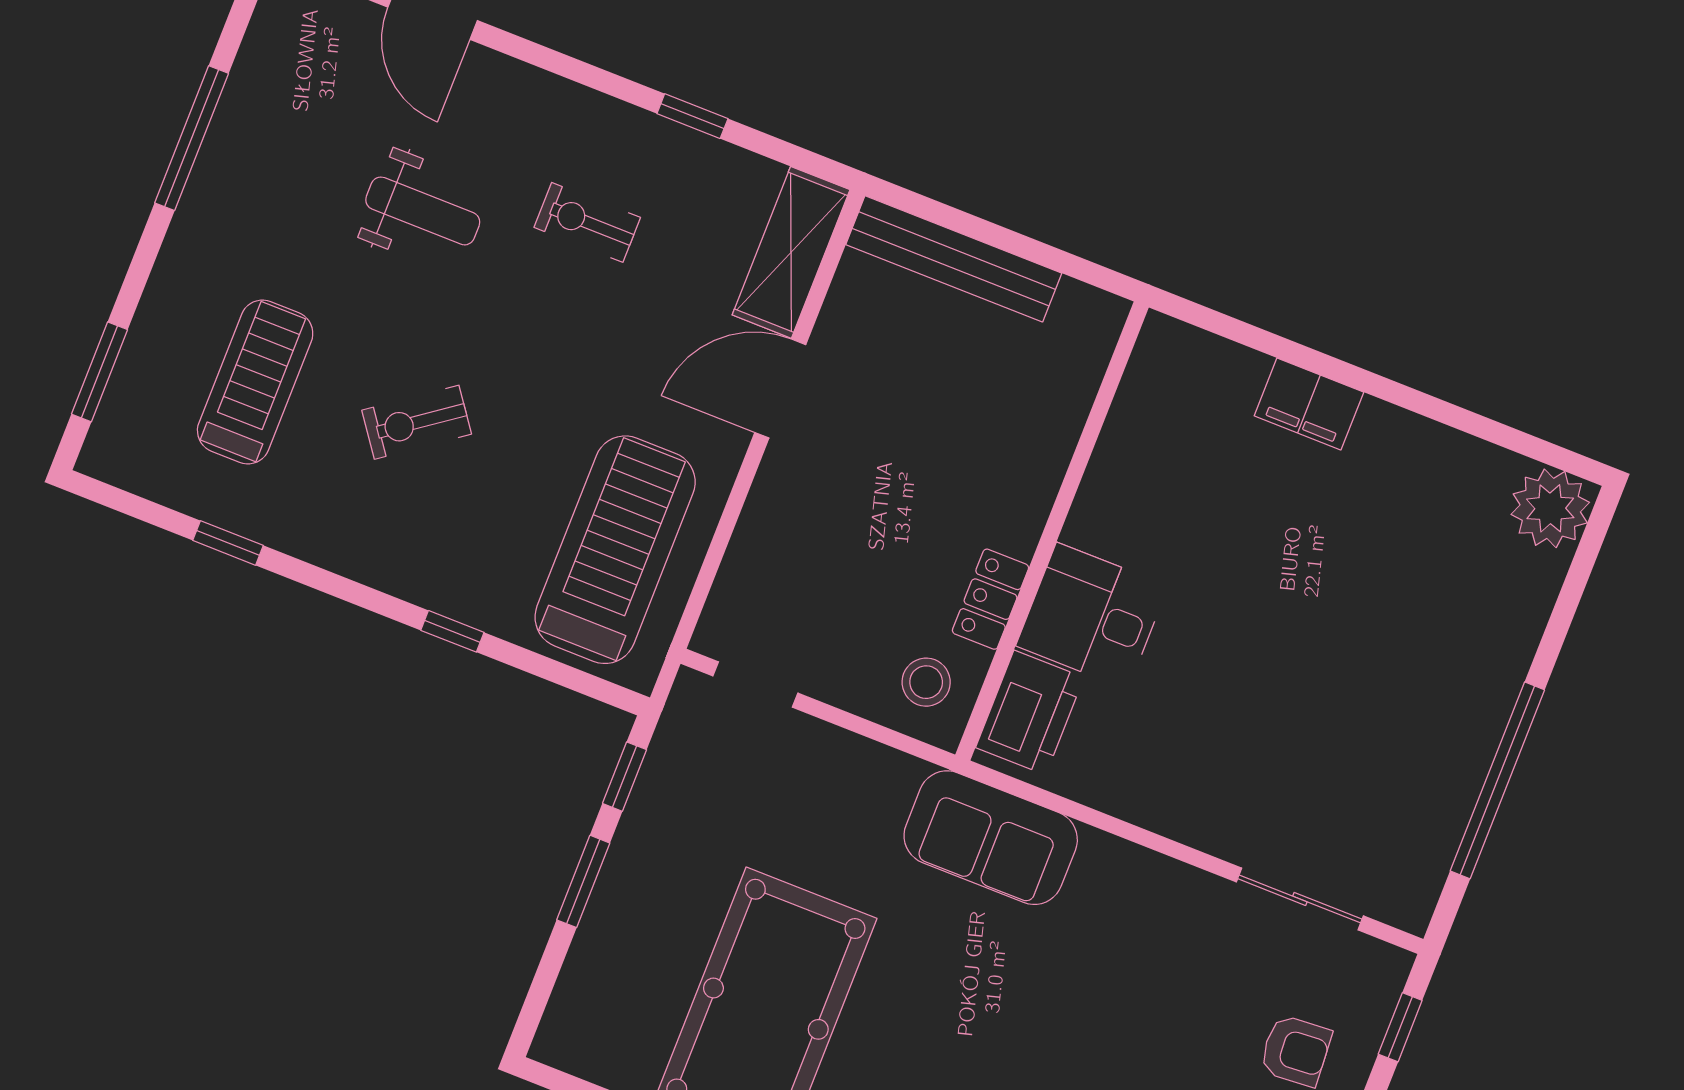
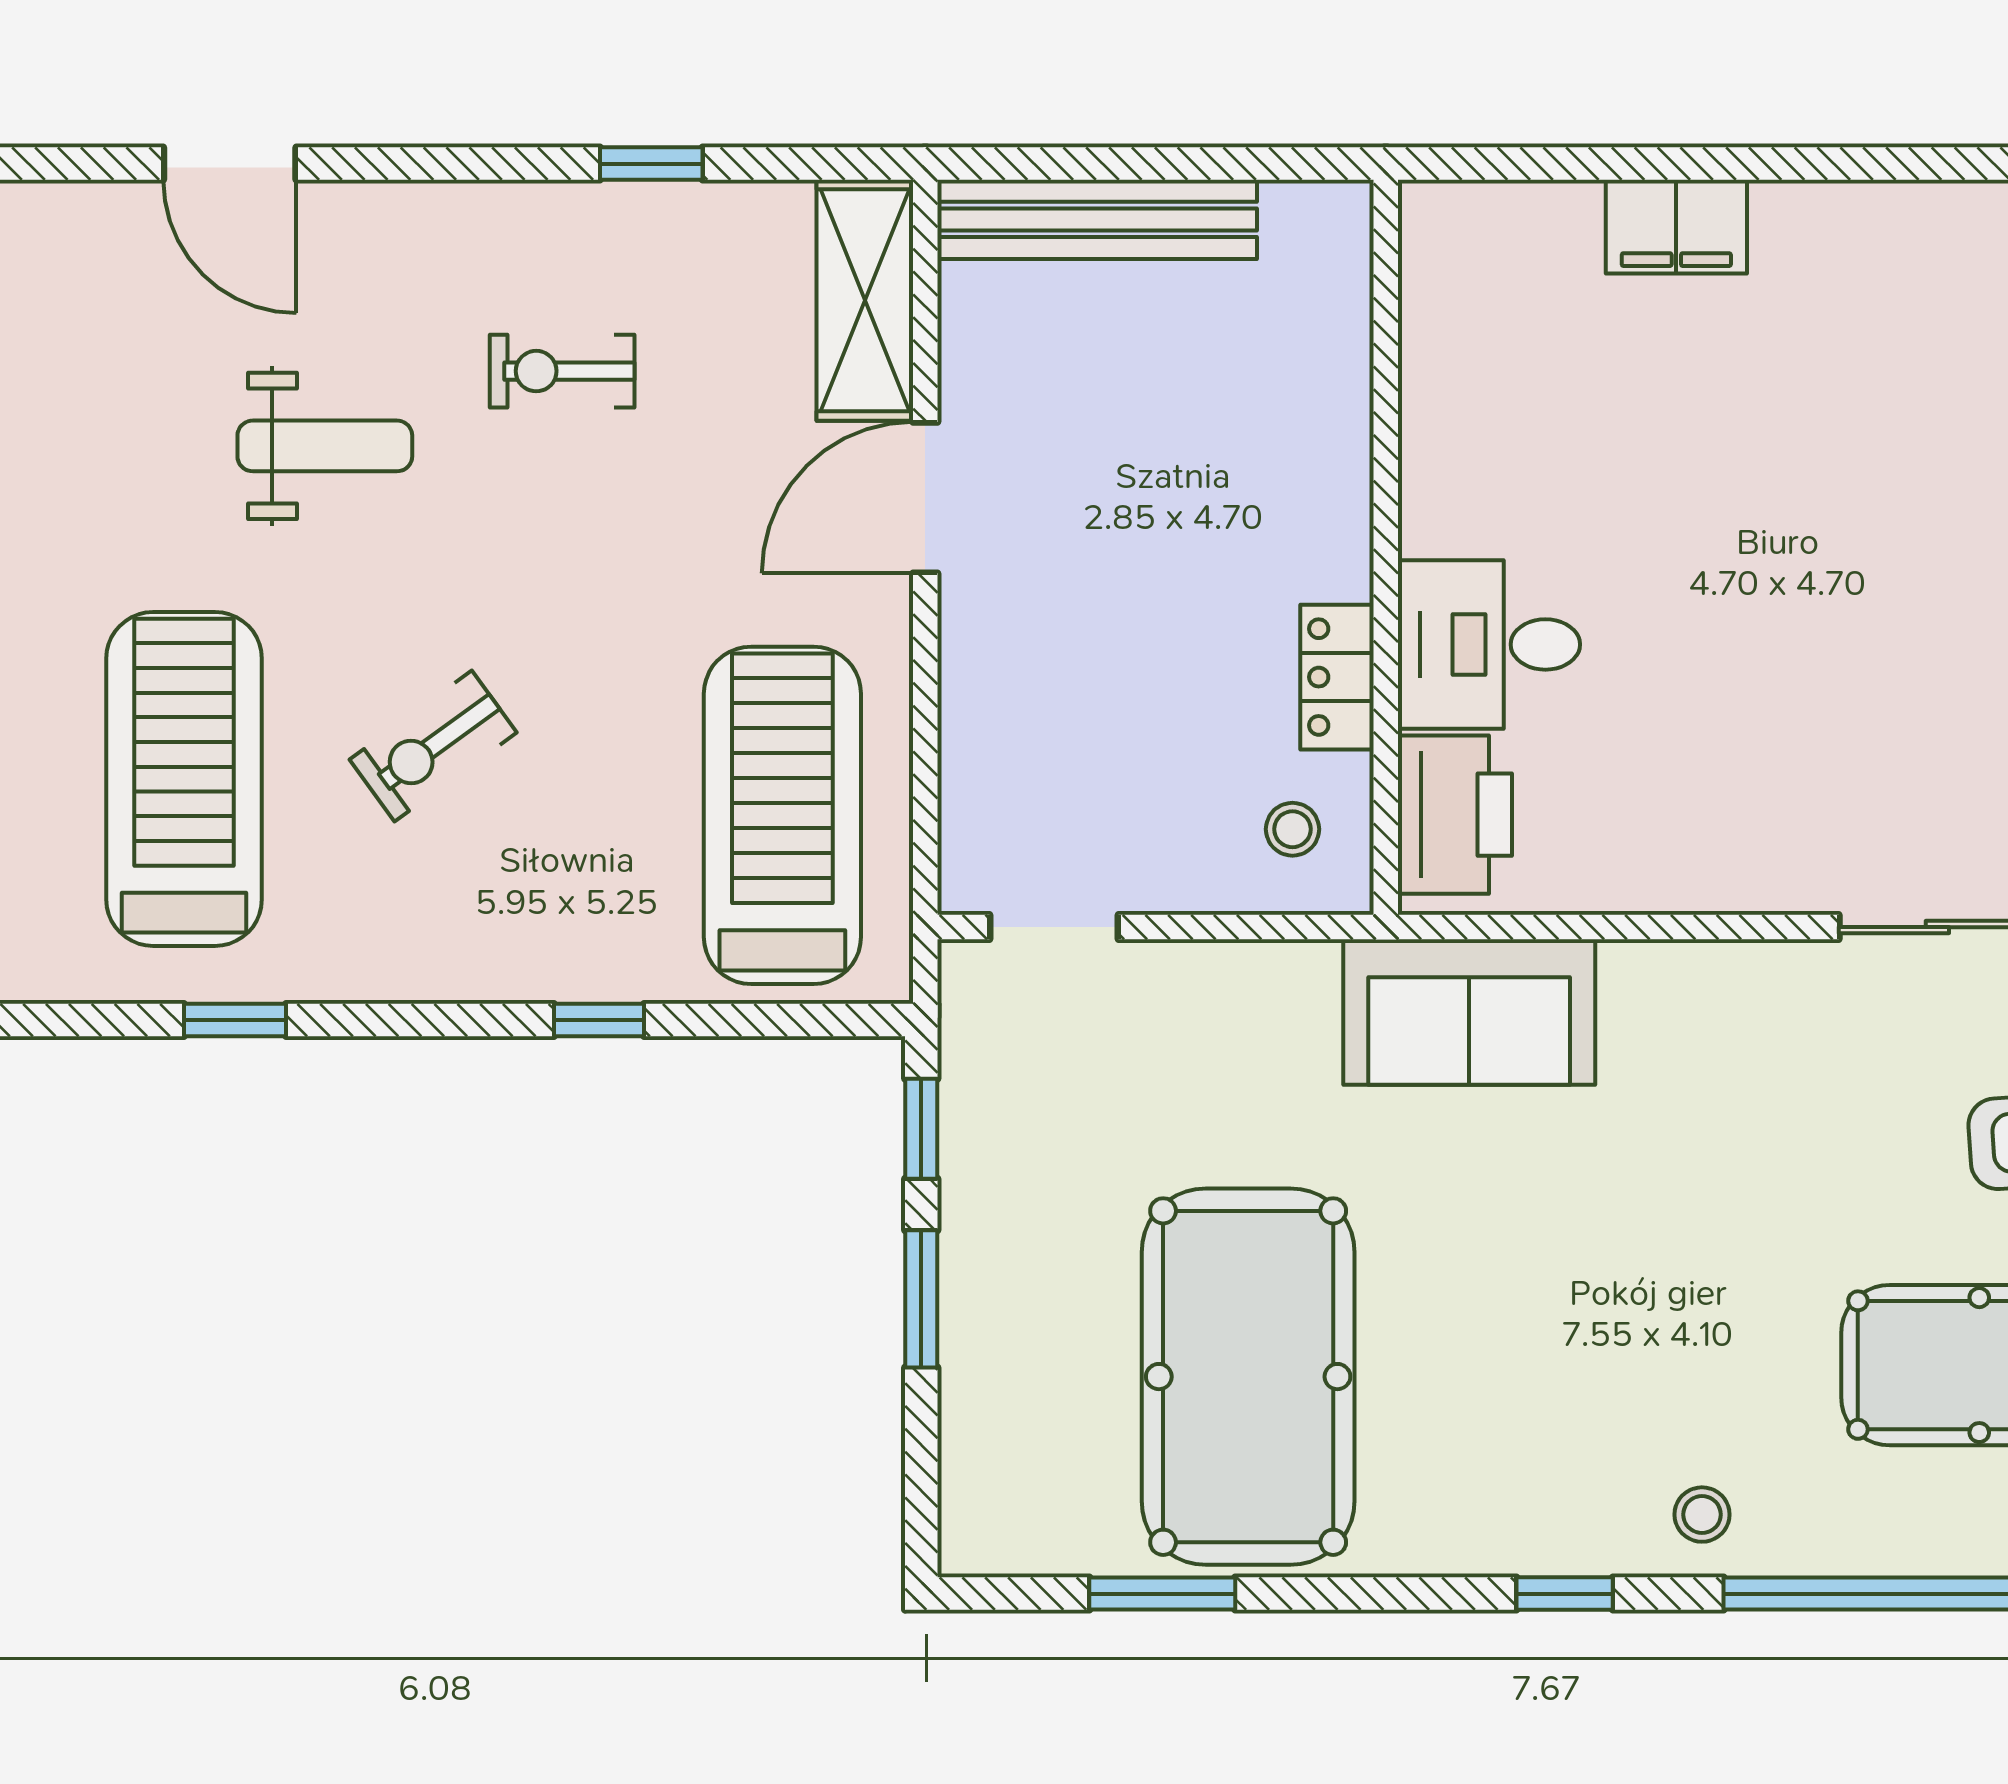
treadmill: (255, 382) -> (184, 779), width x1.37, depth x1.38
stool: (926, 682) -> (1292, 829), width x0.73, depth x0.73

